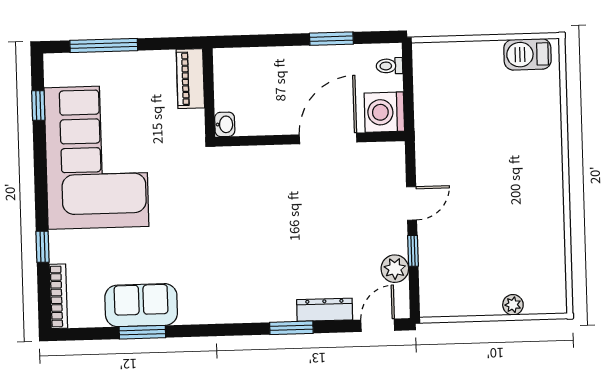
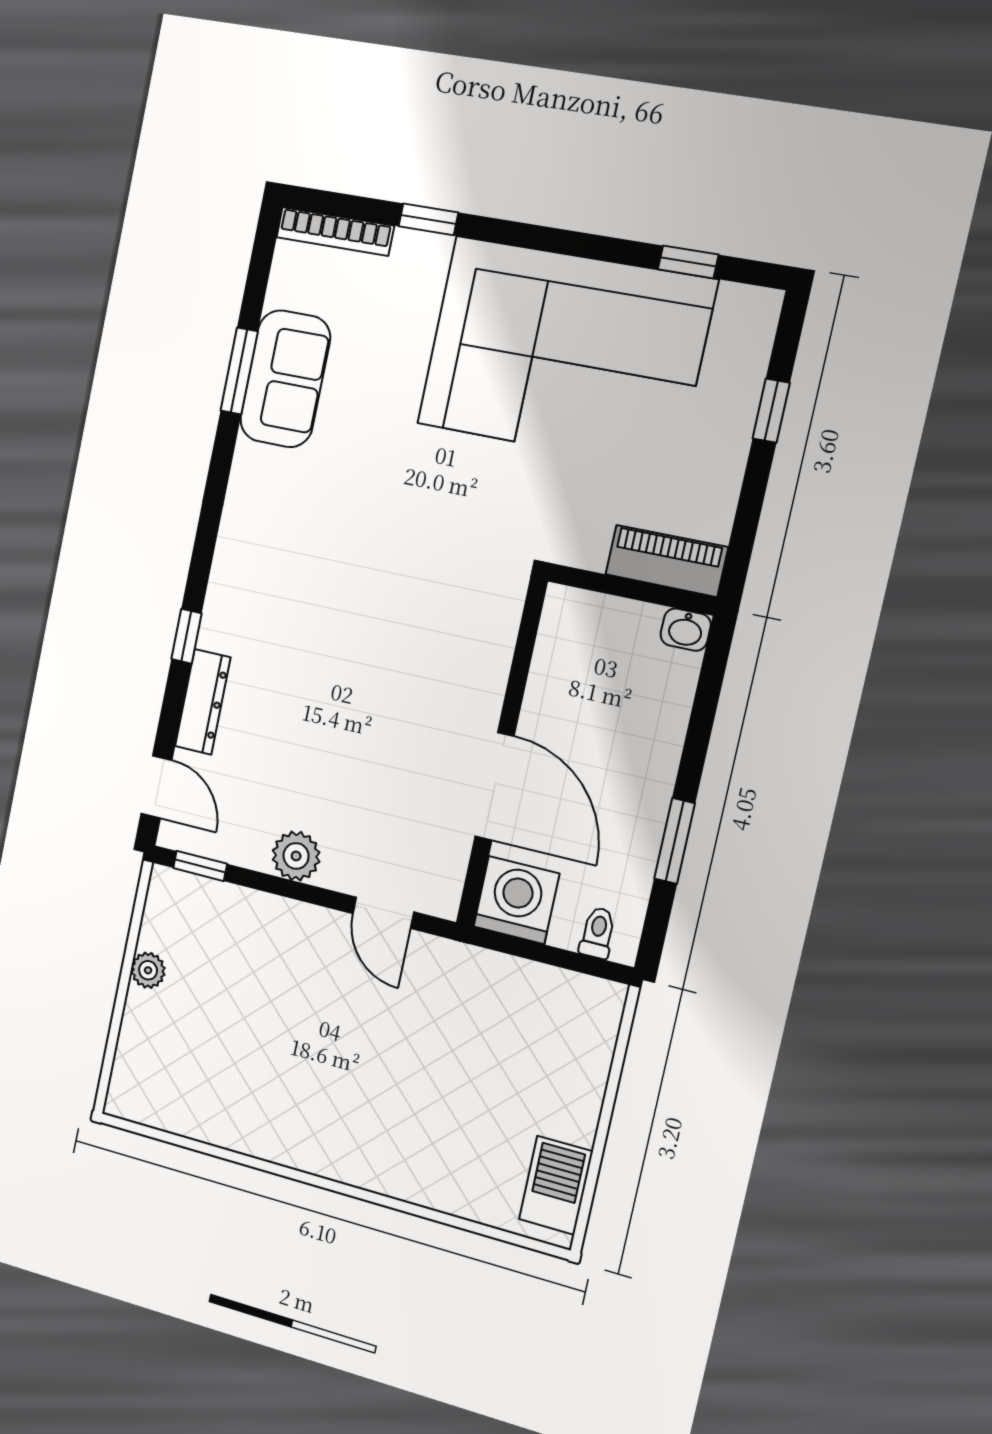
window: (104, 45) -> (771, 411), width x0.46
washbasin: (225, 124) -> (686, 630), moved
door: (412, 203) -> (383, 913), moved
window: (413, 251) -> (200, 866), moved
plant: (395, 269) -> (296, 856), moved
plant: (513, 305) -> (148, 970), moved
window: (291, 328) -> (186, 636), width x0.67

